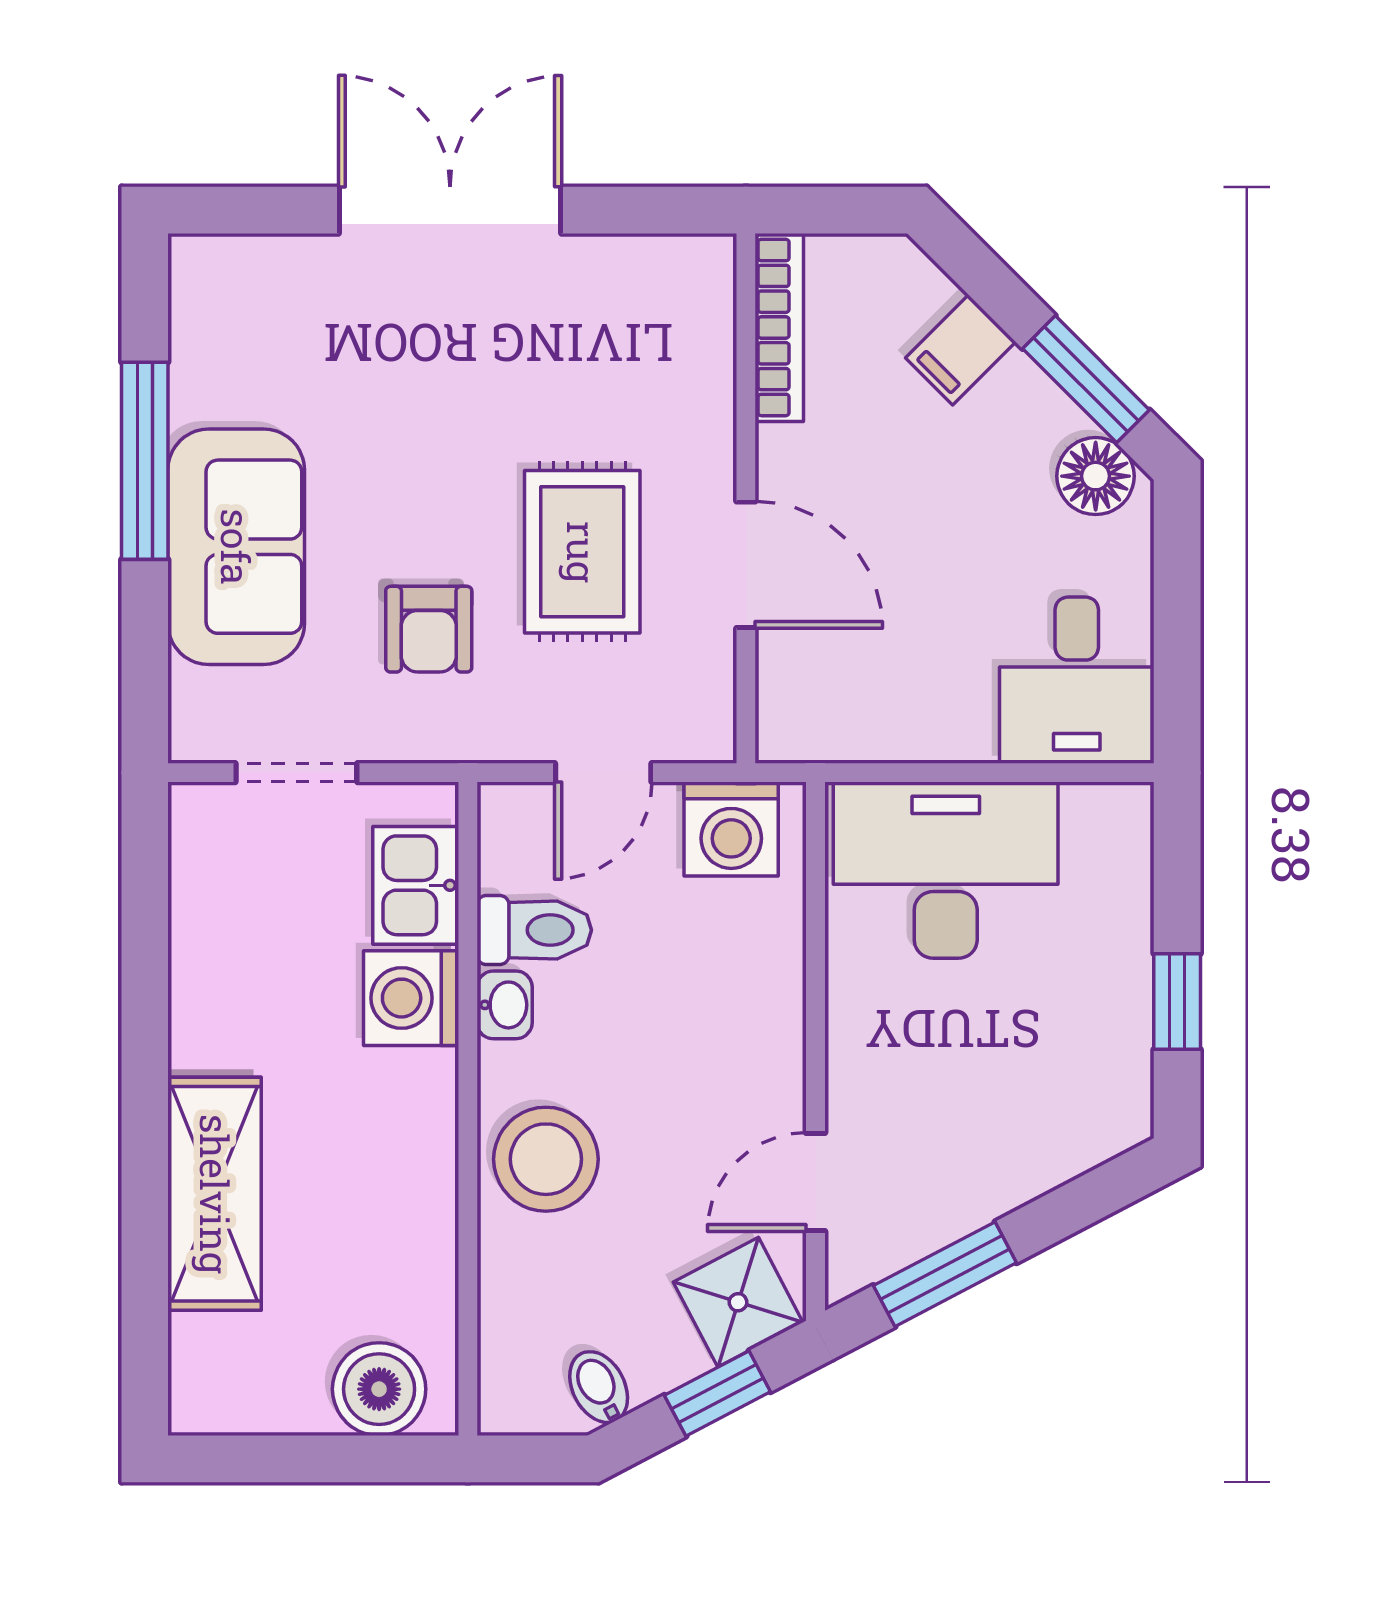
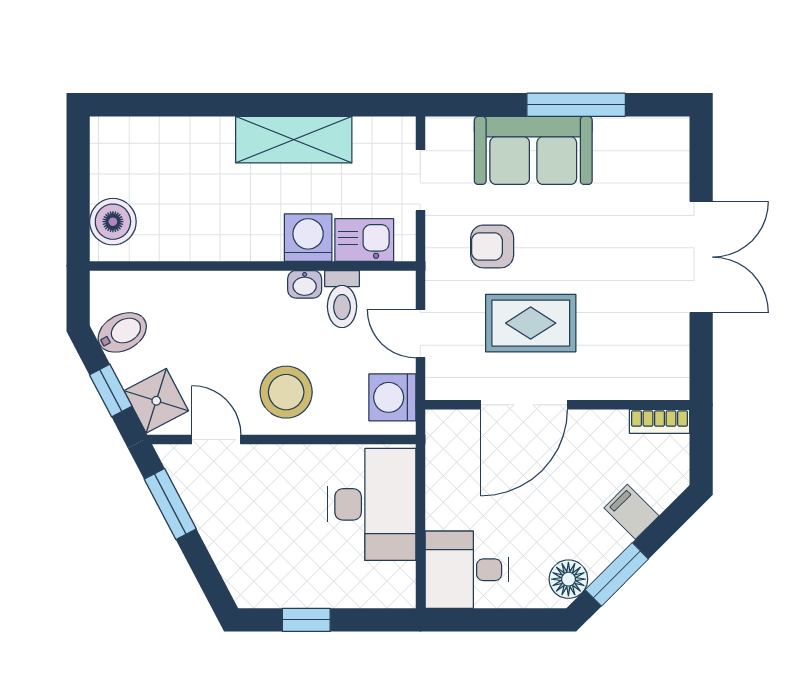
bookcase: (779, 327) -> (660, 421), width x0.64
door: (746, 565) -> (524, 405), width x1.36
stool: (546, 1159) -> (286, 392), moved
shelving: (215, 1194) -> (294, 140), moved
bidet: (599, 1387) -> (122, 332), width x1.38, depth x1.36

